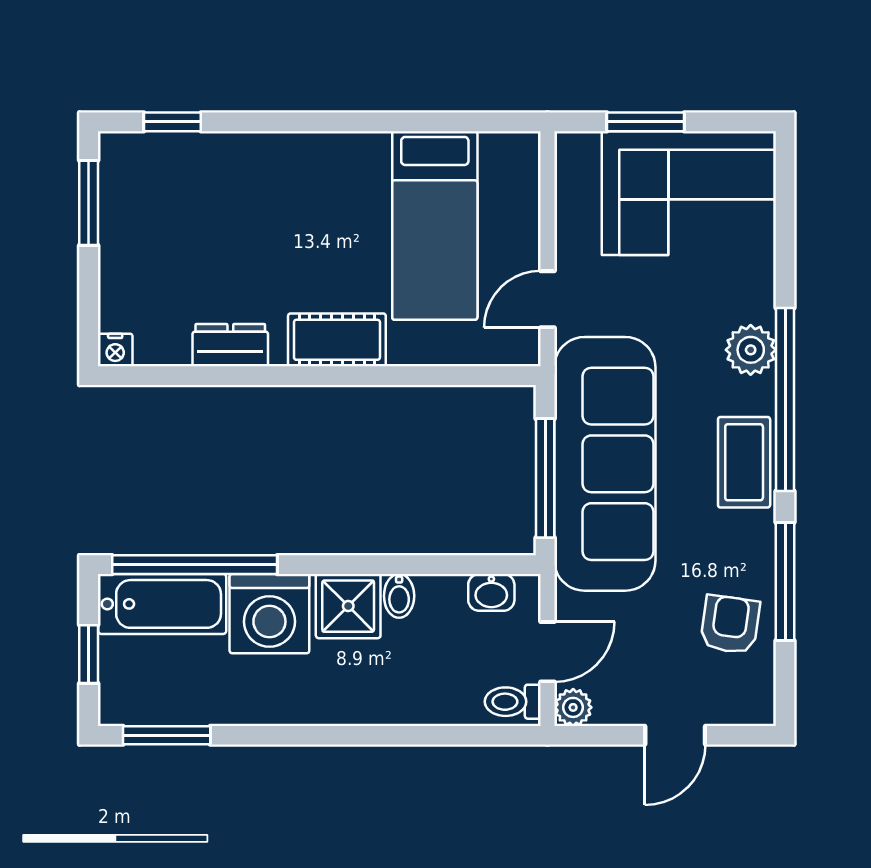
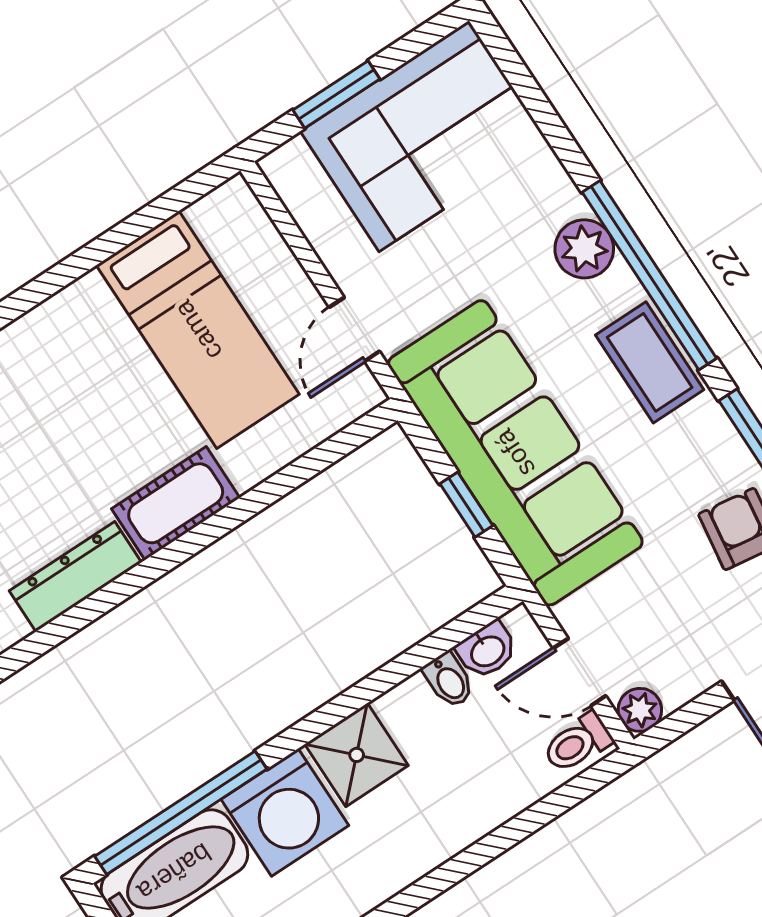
dresser: (230, 345) -> (75, 577), width x1.44
window: (545, 478) -> (466, 505), width x0.46
bidet: (399, 596) -> (449, 680), moved
door: (548, 652) -> (580, 672), swing flipped

